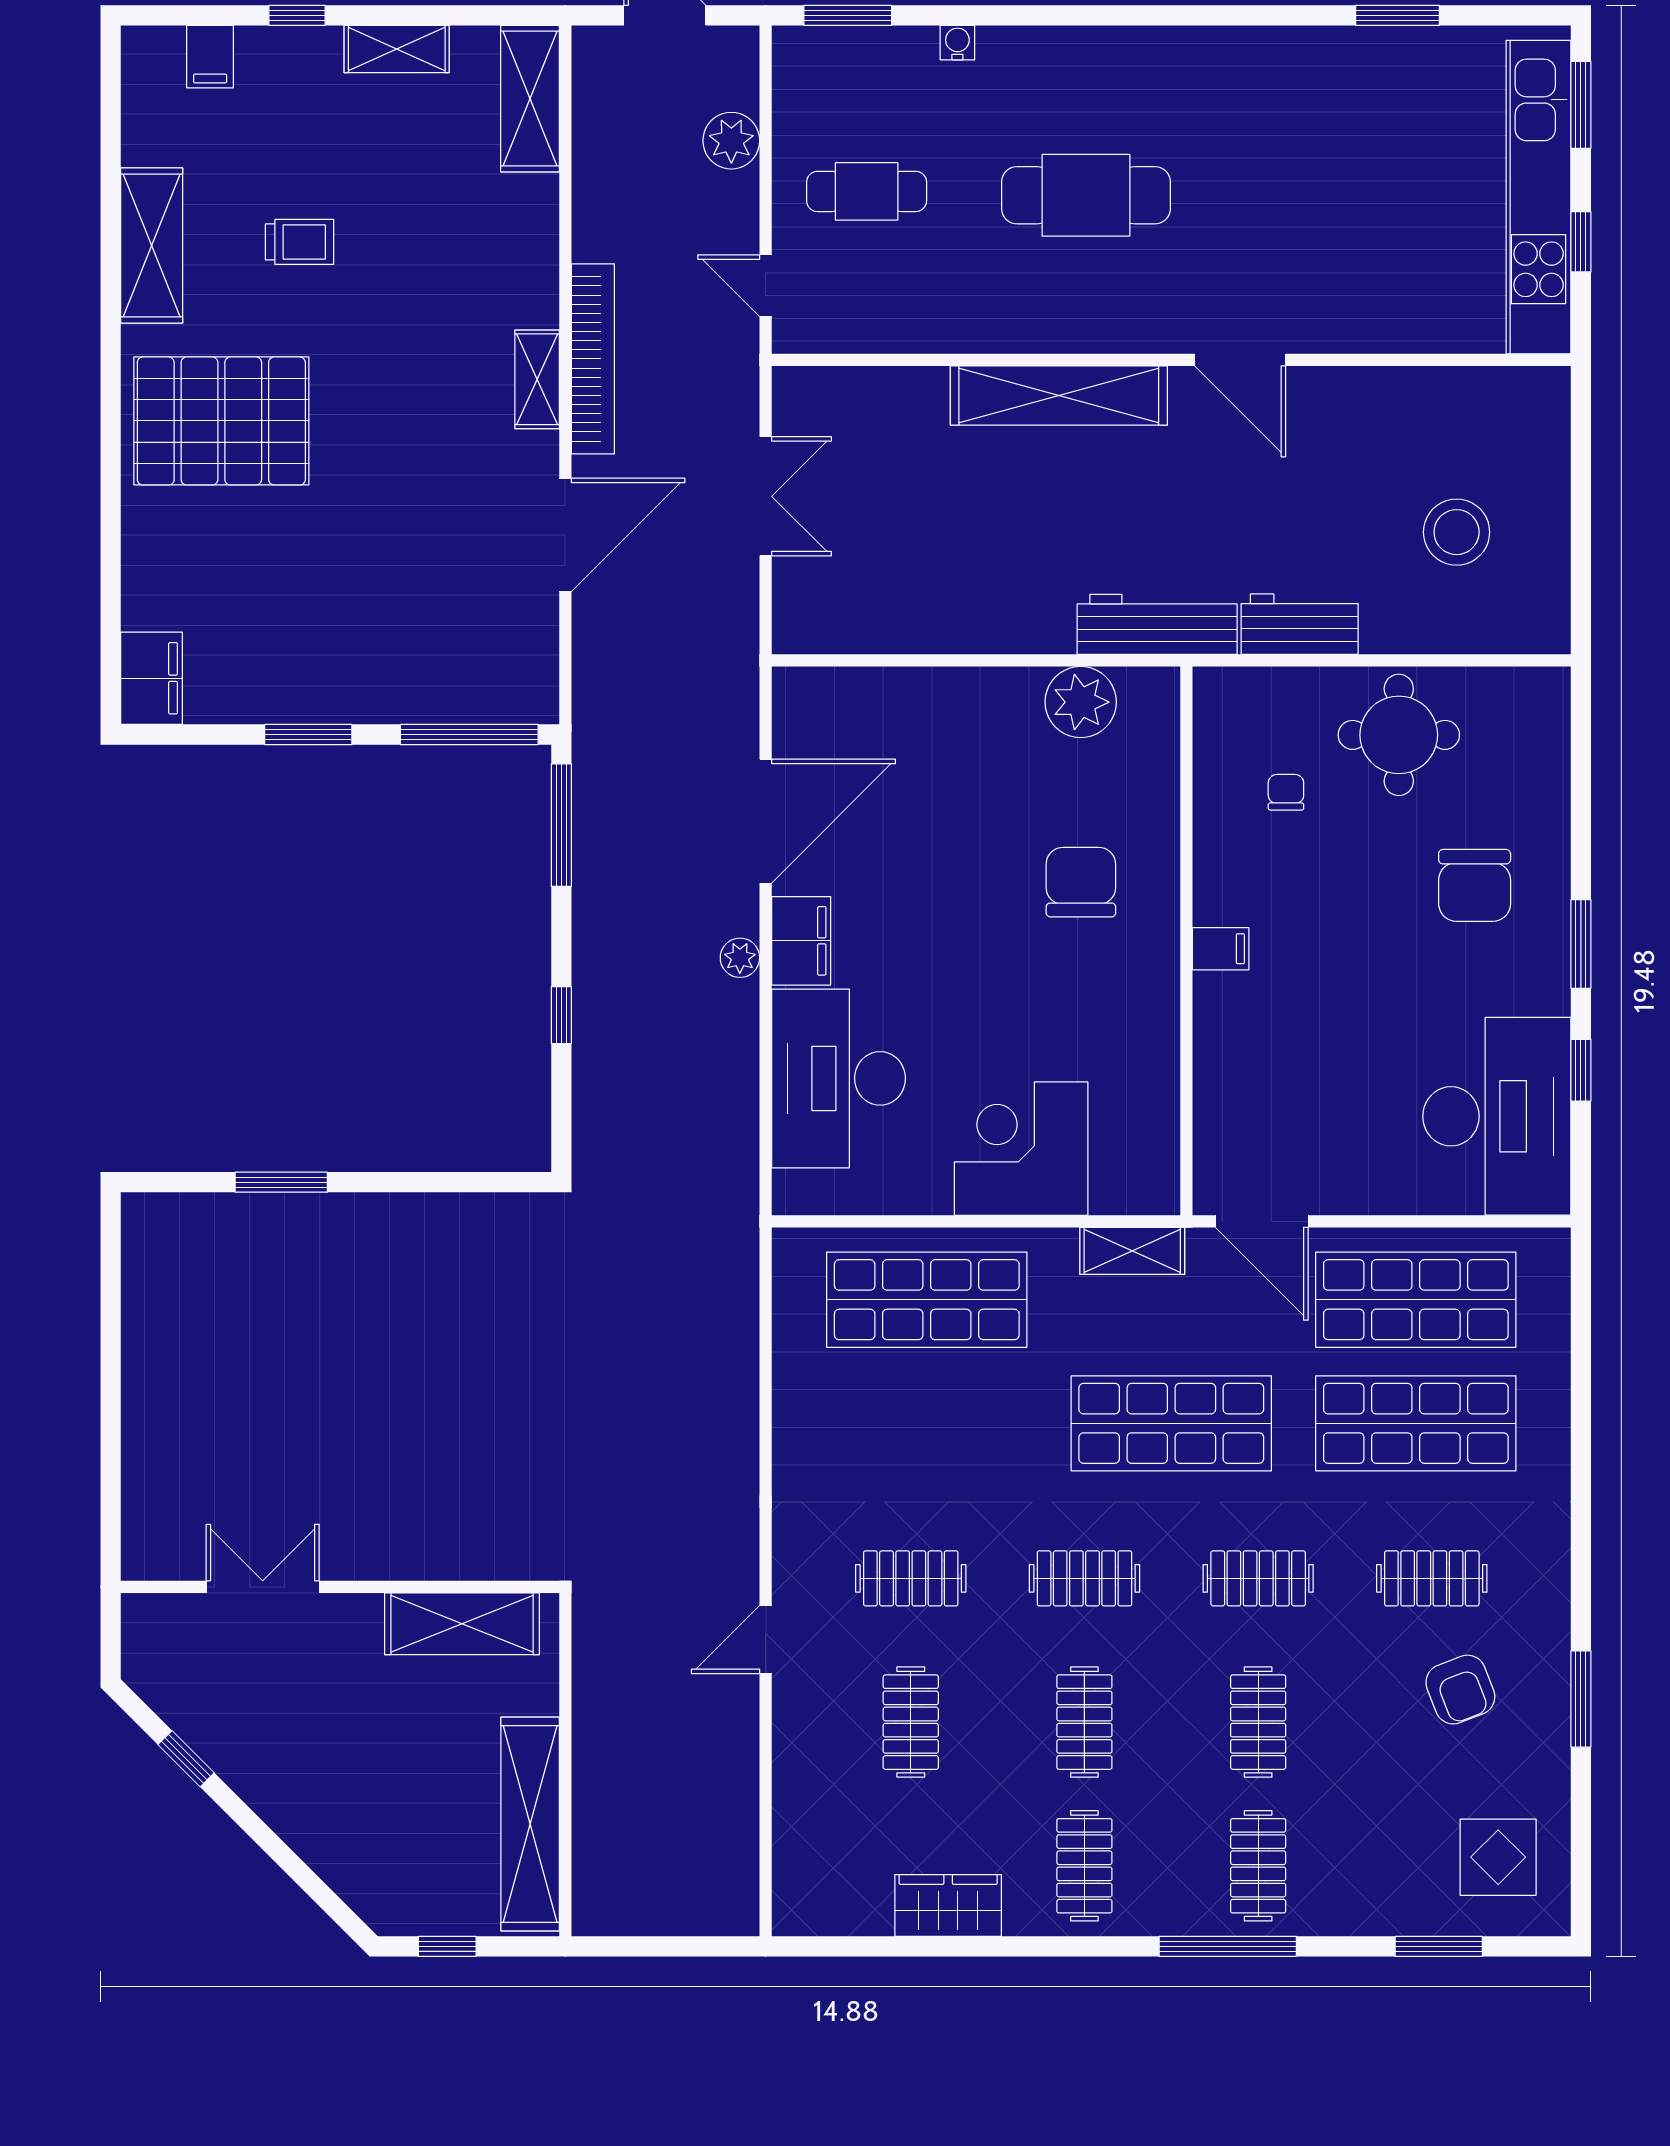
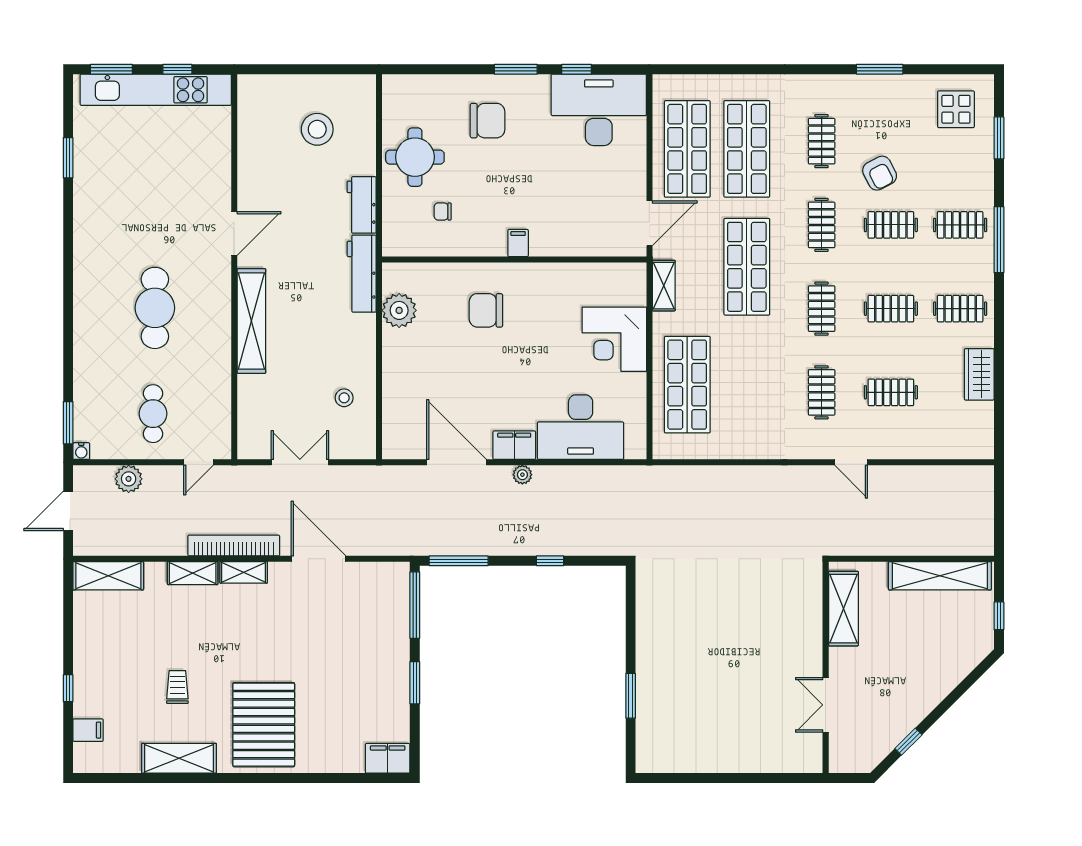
water cooler: (957, 43) -> (81, 451), moved, turned -90
shelving: (397, 49) -> (193, 573), moved, turned 90
stool: (899, 588) -> (344, 398), added
armchair: (1460, 1690) -> (880, 173), moved, turned 84

